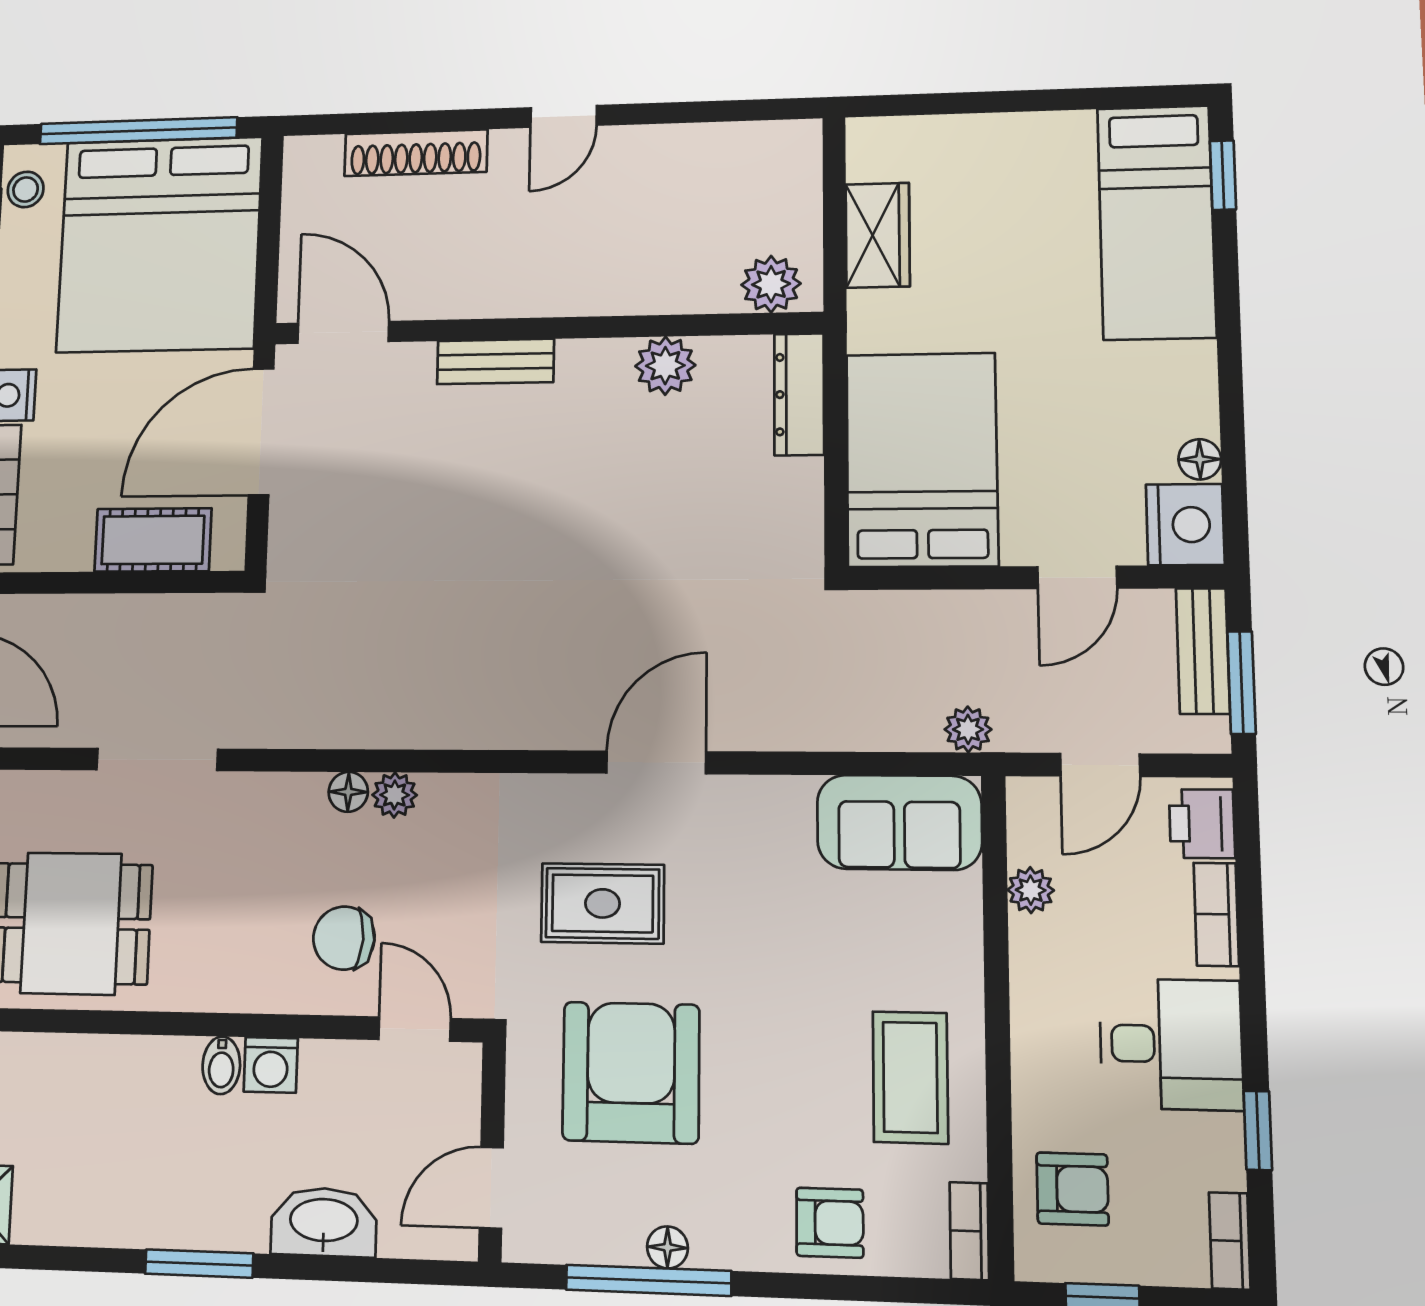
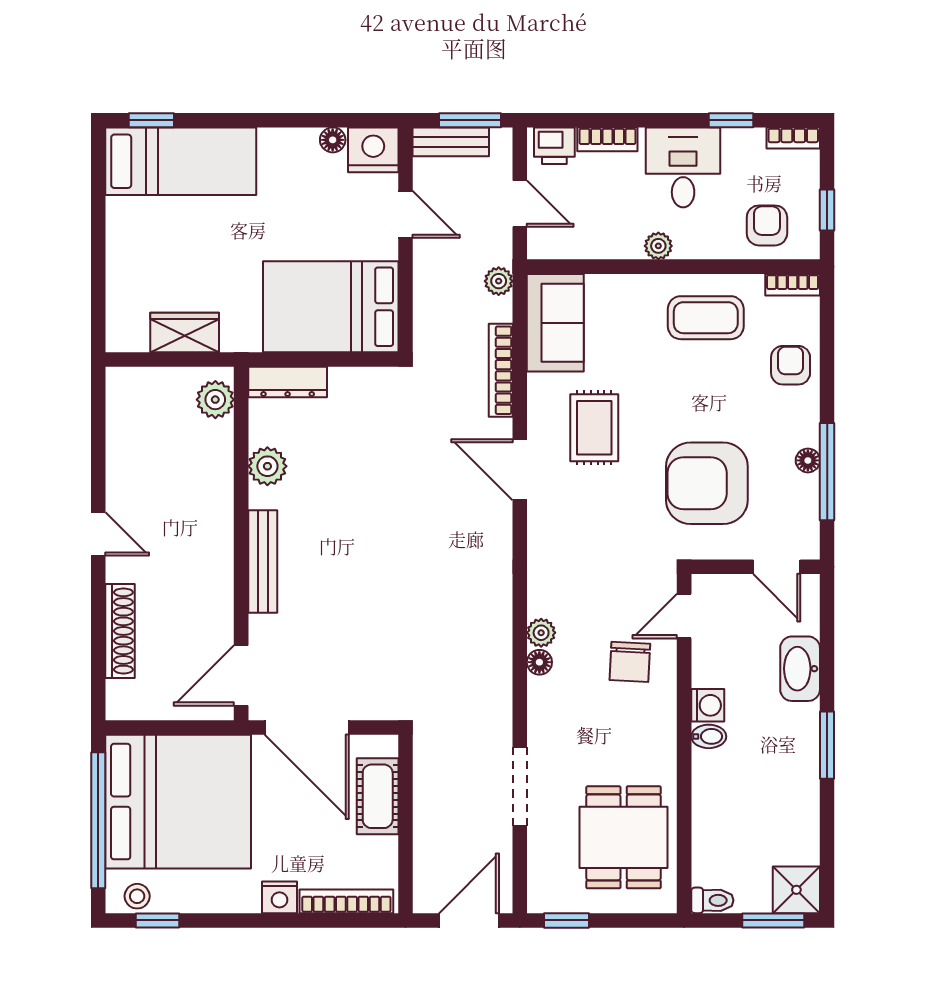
bench: (495, 362) -> (263, 561), width x1.36
bookcase: (819, 732) -> (501, 370), added
plant: (1031, 890) -> (658, 246), moved
rug: (603, 903) -> (594, 428), moved

